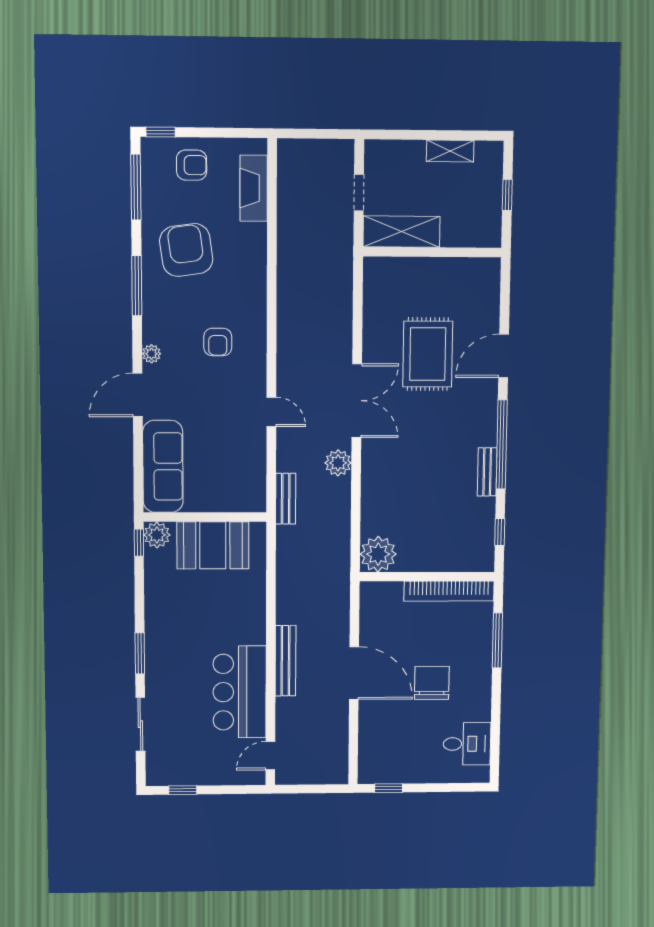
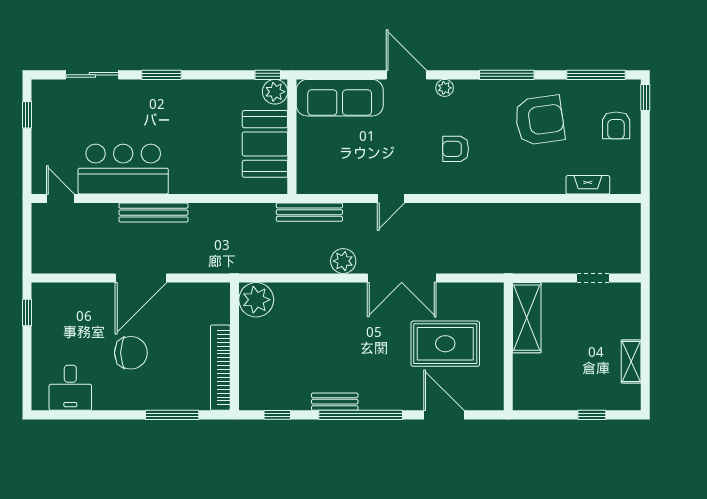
fireplace: (254, 188) -> (588, 185), width x0.73, depth x0.76
shelving: (401, 232) -> (527, 318), moved
wall: (432, 252) -> (508, 346), moved
bench: (286, 499) -> (309, 212), width x1.36

